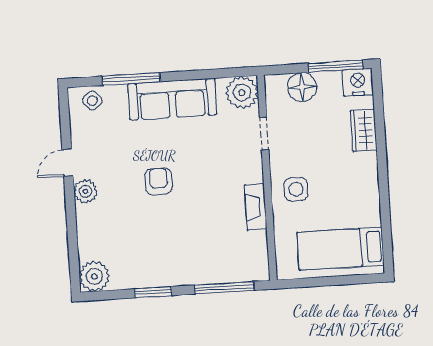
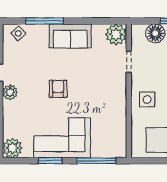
sofa: (172, 99) -> (70, 36), width x0.73
fireplace: (256, 207) -> (120, 109), removed
corner sofa: (170, 256) -> (62, 138), added

